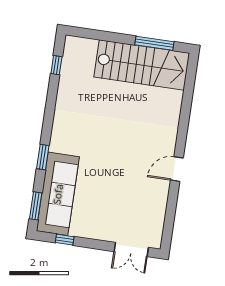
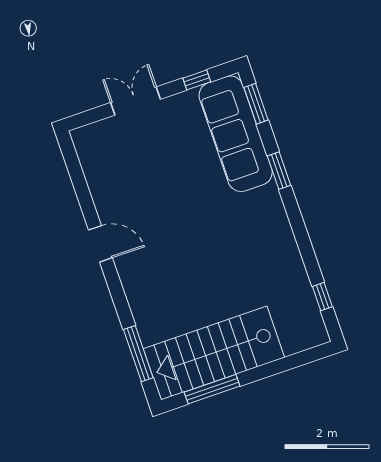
window: (189, 89) -> (138, 354), added
door: (177, 169) -> (100, 244), hinge flipped
double door: (131, 249) -> (136, 101), moved

